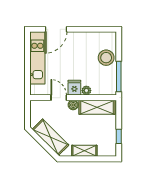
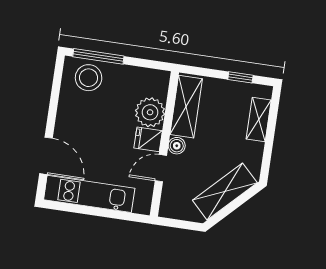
stool: (106, 58) -> (89, 78), moved
window: (119, 76) -> (98, 56), moved
plant: (86, 91) -> (150, 112), width x1.87, depth x1.87
shelving: (84, 151) -> (259, 120), moved

